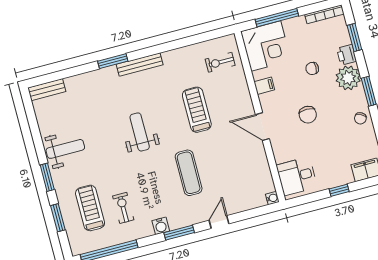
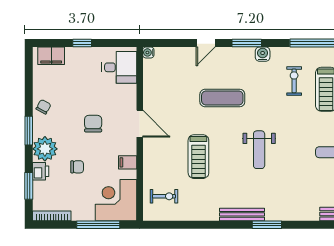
exercise mat: (189, 173) -> (222, 98), turned 90
exercise bike: (123, 208) -> (294, 81), turned 180

